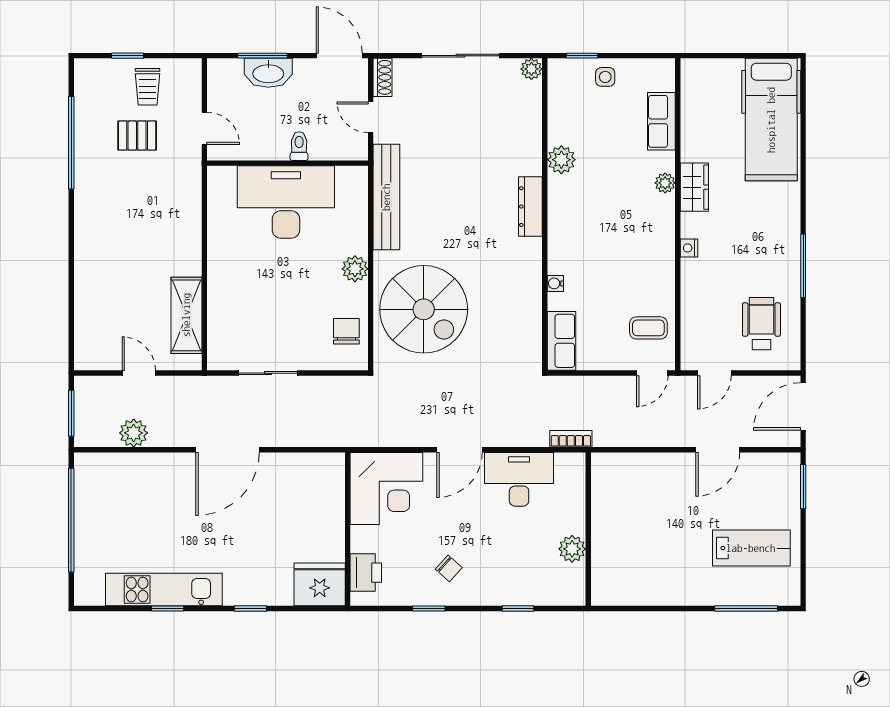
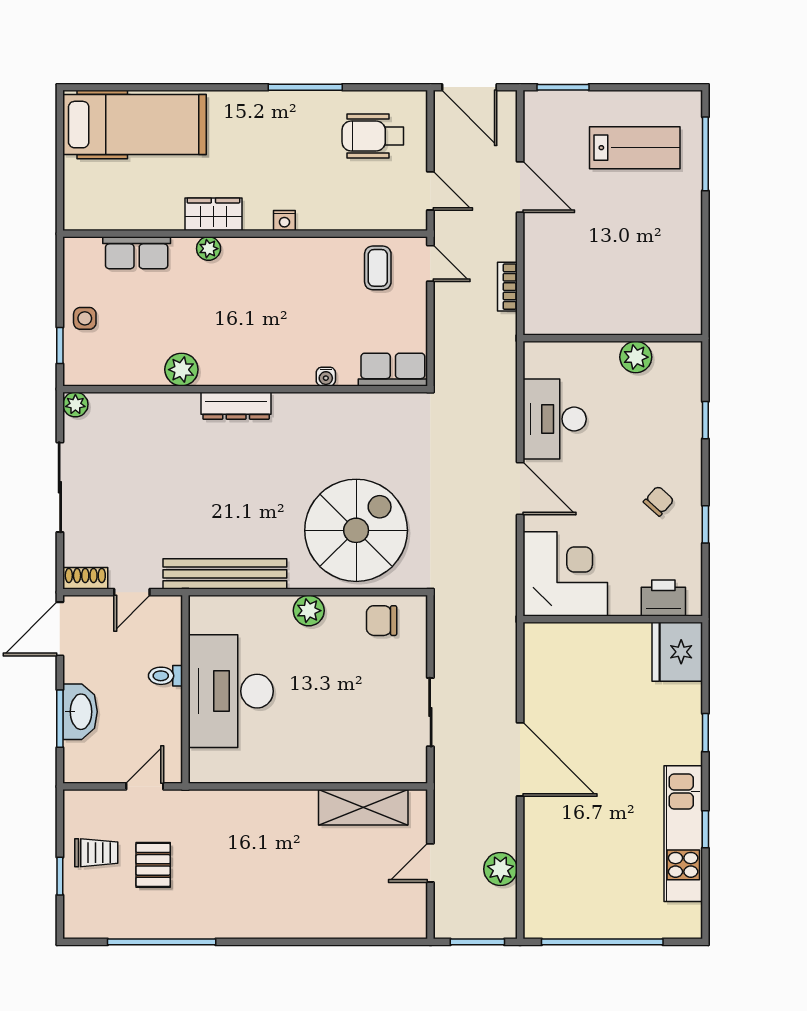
bookcase: (571, 439) -> (507, 287), moved
lab bench: (751, 548) -> (635, 148), turned 90

